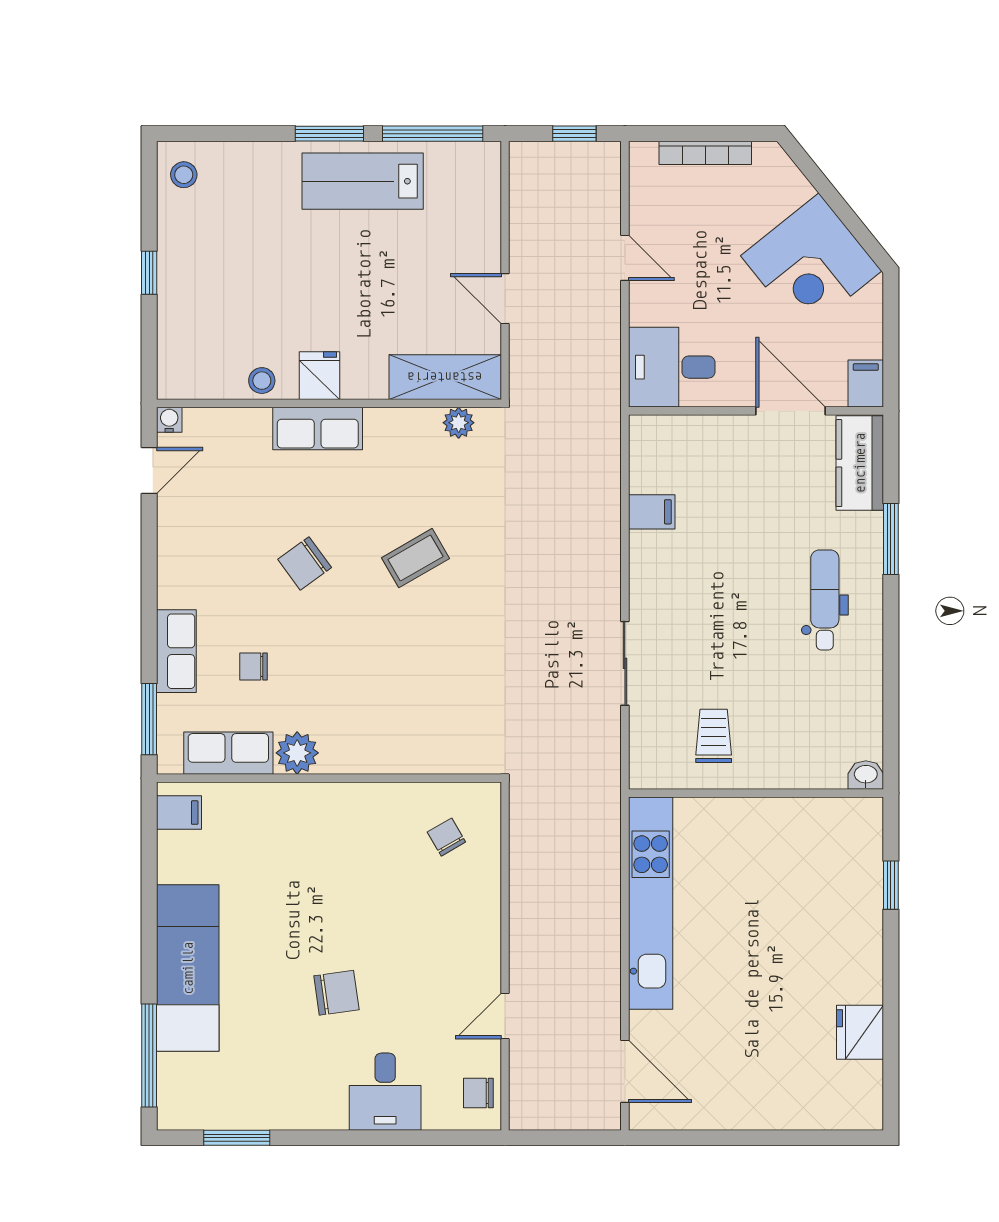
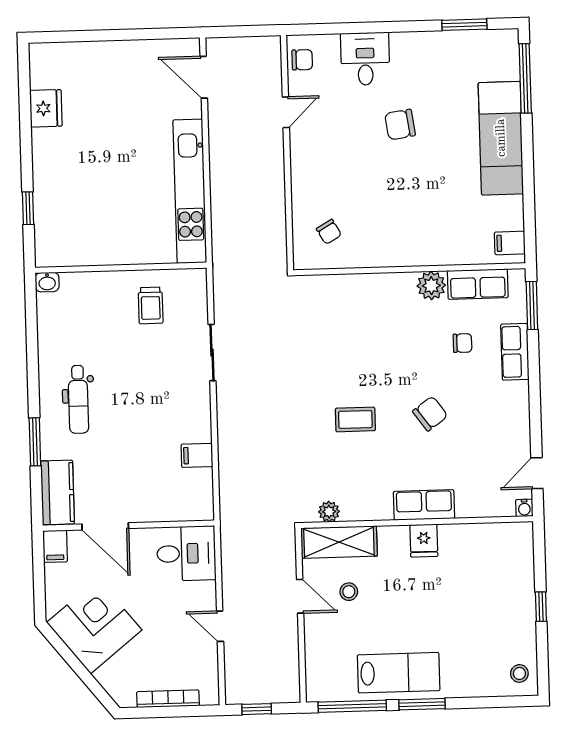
stool: (262, 381) -> (349, 592), moved
coffee table: (415, 558) -> (355, 419), turned 30

